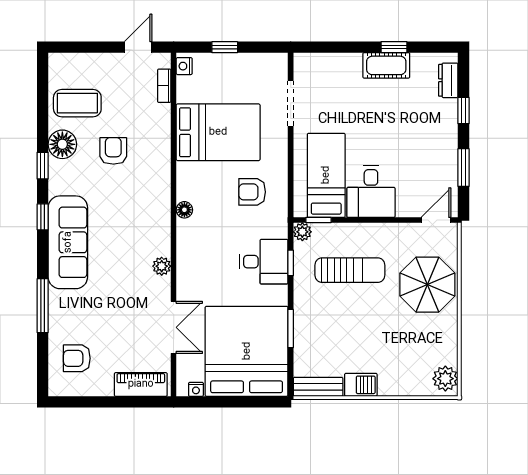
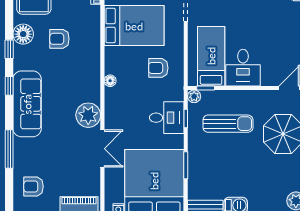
armchair: (113, 151) -> (59, 39), turned -90
plant: (162, 266) -> (88, 115), width x1.88, depth x1.88
double door: (174, 327) -> (102, 149), moved

